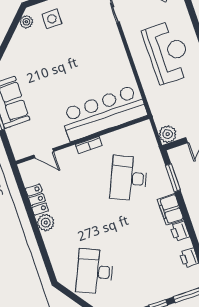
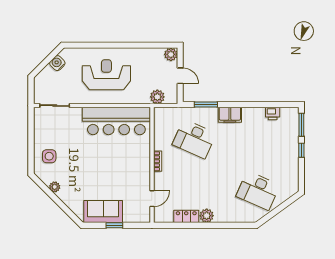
plant: (26, 22) -> (55, 187), moved
bar counter: (104, 113) -> (116, 121), moved, turned -90
plant: (168, 134) -> (157, 97), moved
printer: (180, 231) -> (249, 113), removed

